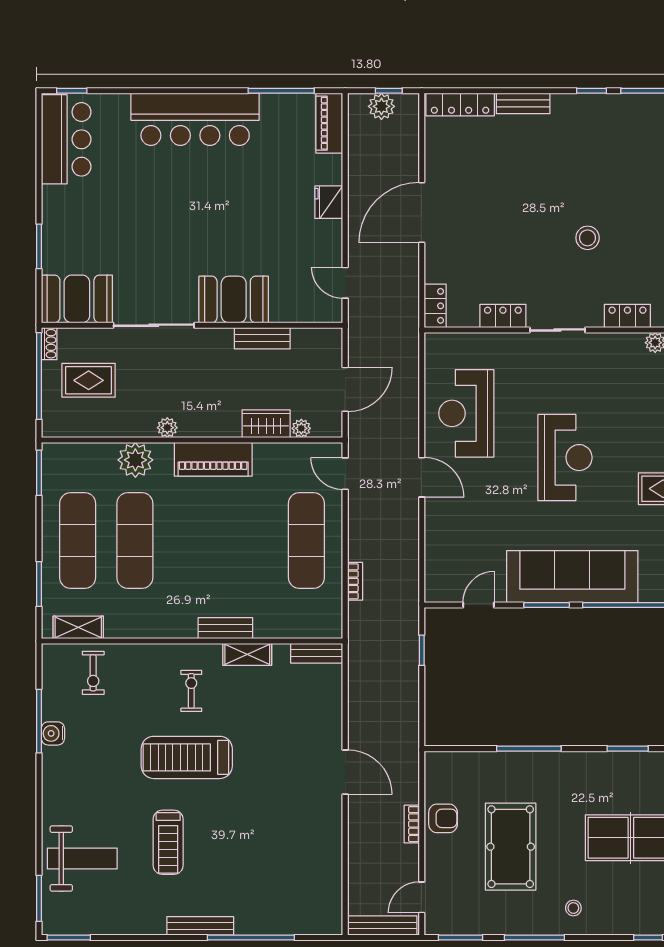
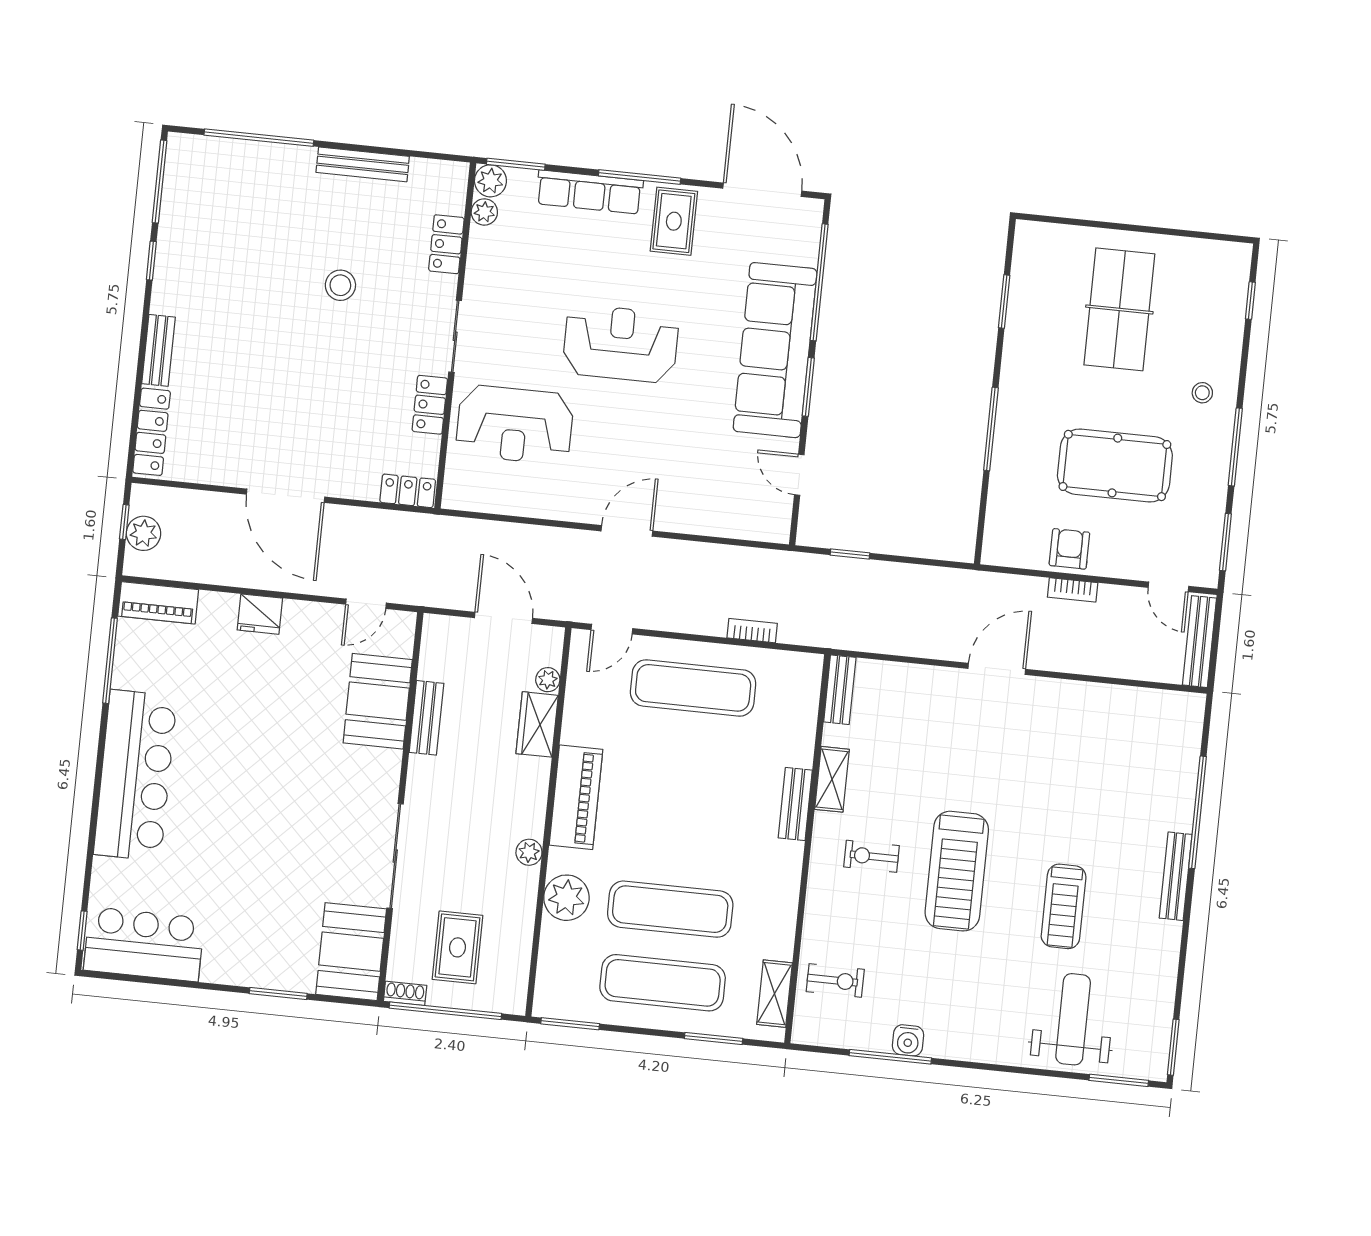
booth: (234, 299) -> (378, 701), moved
reception desk: (466, 413) -> (515, 425), moved
treadmill: (168, 842) -> (1064, 906), turned 90

